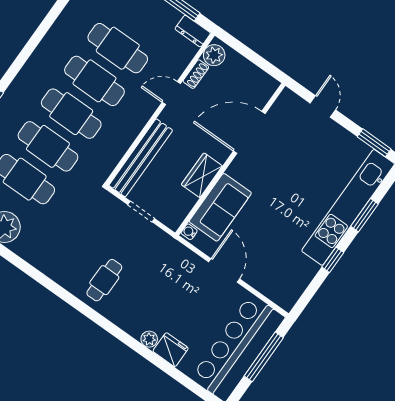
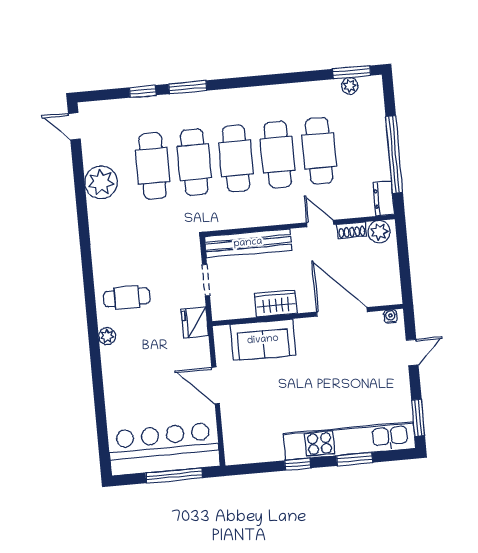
water cooler: (189, 232) -> (390, 316), moved
door: (224, 270) -> (216, 386), swing flipped
plant: (149, 339) -> (107, 336), moved
fridge: (171, 350) -> (195, 323), moved, turned 180

